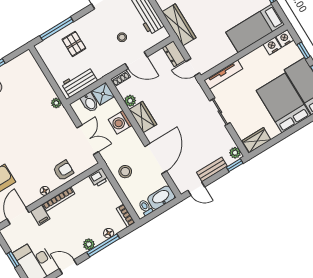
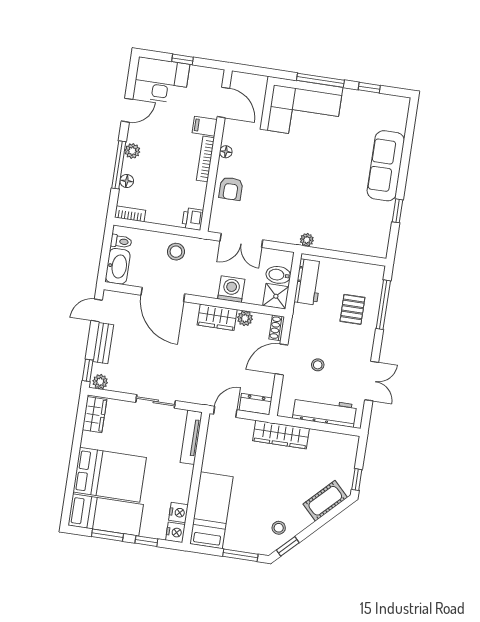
pallet: (74, 44) -> (352, 309), turned 90

